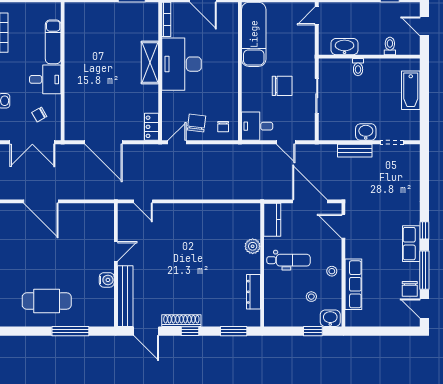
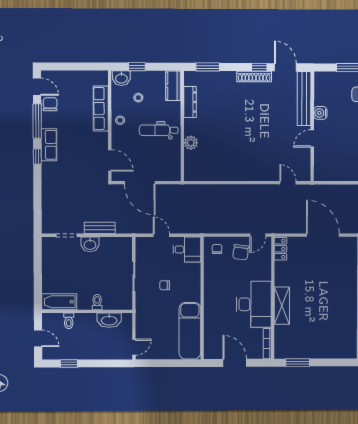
chair: (282, 86) -> (165, 285), width x0.54, depth x0.54
bathtub: (411, 90) -> (59, 302), moved, turned -90
kitchen counter: (272, 220) -> (173, 86), moved
window: (190, 331) -> (259, 67), moved

